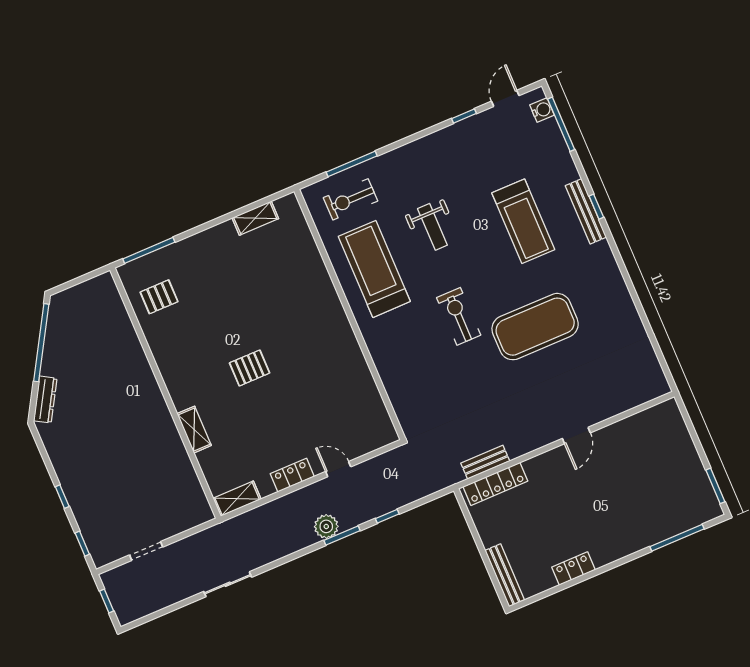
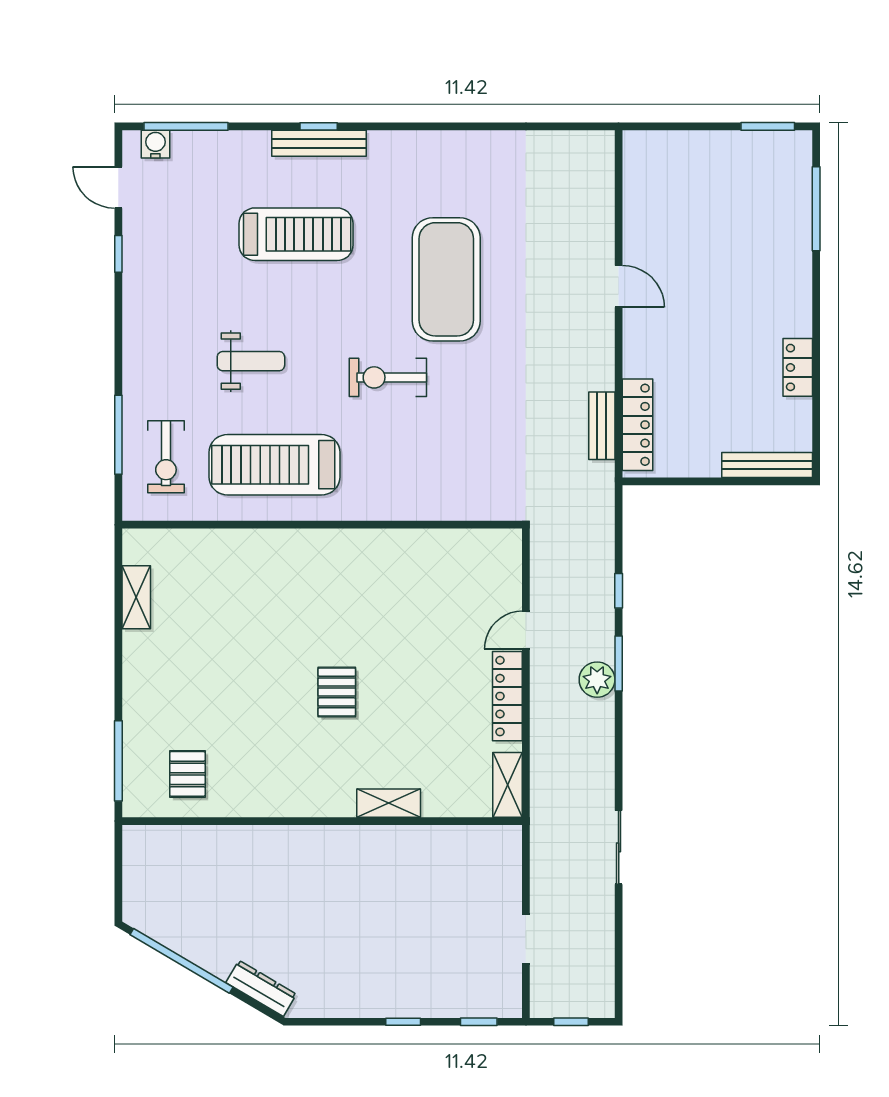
locker: (292, 475) -> (507, 696), width x1.53

